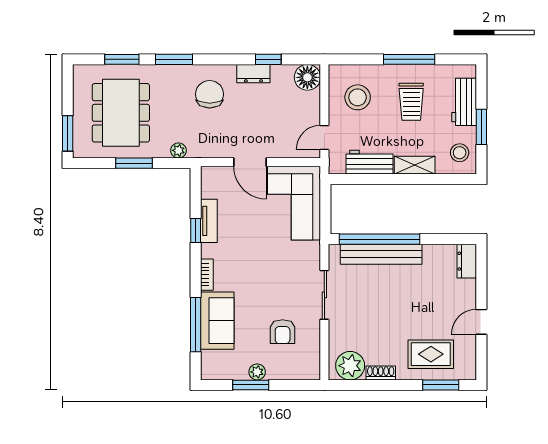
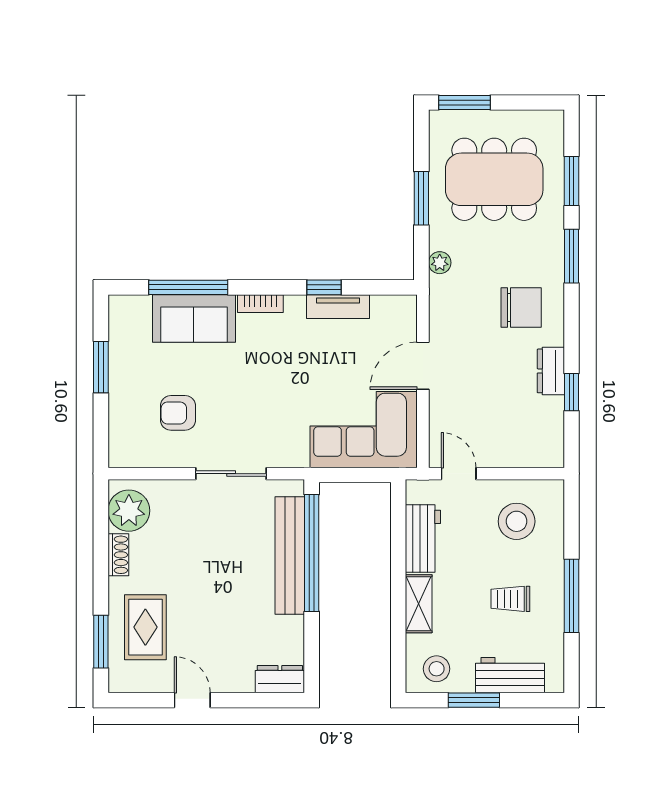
floor lamp: (307, 77) -> (545, 449), removed
trolley: (411, 102) -> (510, 599), width x0.73, depth x0.72
plant: (257, 372) -> (120, 376), removed

